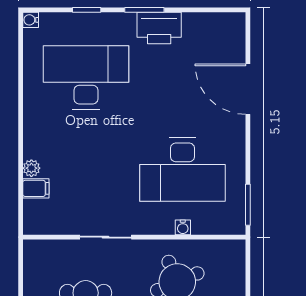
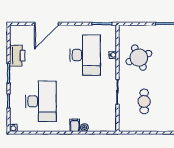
printer: (159, 28) -> (17, 56), moved
desk: (86, 77) -> (41, 101), turned 180
filing cabinet: (36, 188) -> (75, 125), moved

